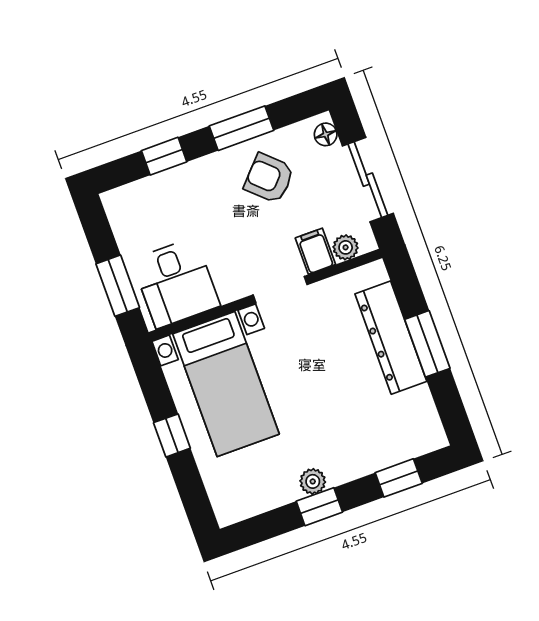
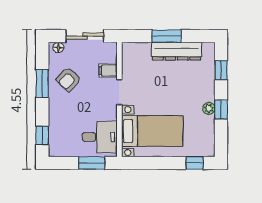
window: (164, 156) -> (42, 135), moved
plant: (346, 247) -> (111, 57), removed
dresser: (391, 338) -> (177, 51), moved
window: (172, 435) -> (195, 163), moved

